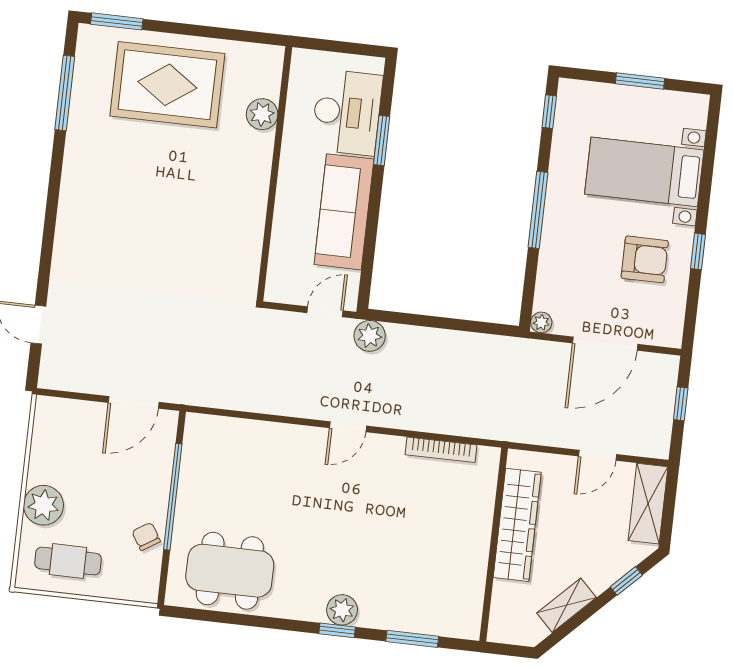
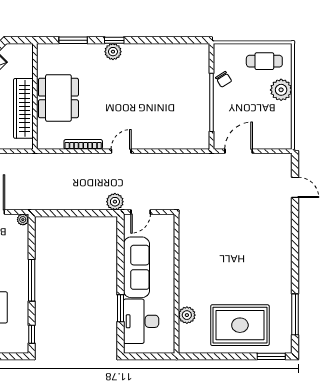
bookcase: (441, 450) -> (83, 144), moved
dining table: (230, 571) -> (58, 98), moved, turned 90

